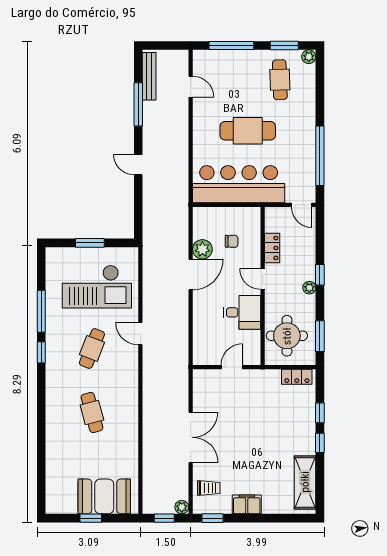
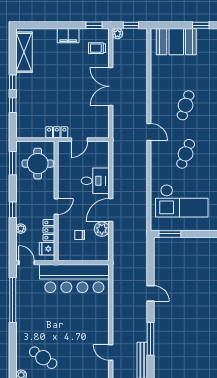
cafe table: (280, 80) -> (43, 358), turned -54
cafe table: (248, 131) -> (67, 319), removed
fridge: (275, 223) -> (47, 249), added
window: (90, 243) -> (170, 234), moved
door: (263, 279) -> (56, 206), hinge flipped
checkout: (97, 287) -> (182, 201), turned 180
plant: (309, 288) -> (21, 229), moved
desk: (242, 312) -> (95, 181), moved, turned 180
door: (140, 334) -> (149, 132), moved
locker: (297, 377) -> (57, 132), moved
cafe table: (92, 412) -> (186, 105), turned 33
window: (91, 518) -> (201, 25), moved

